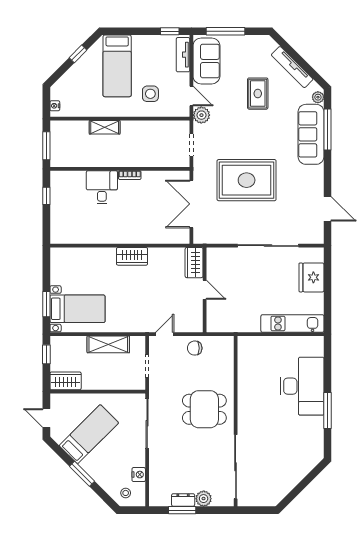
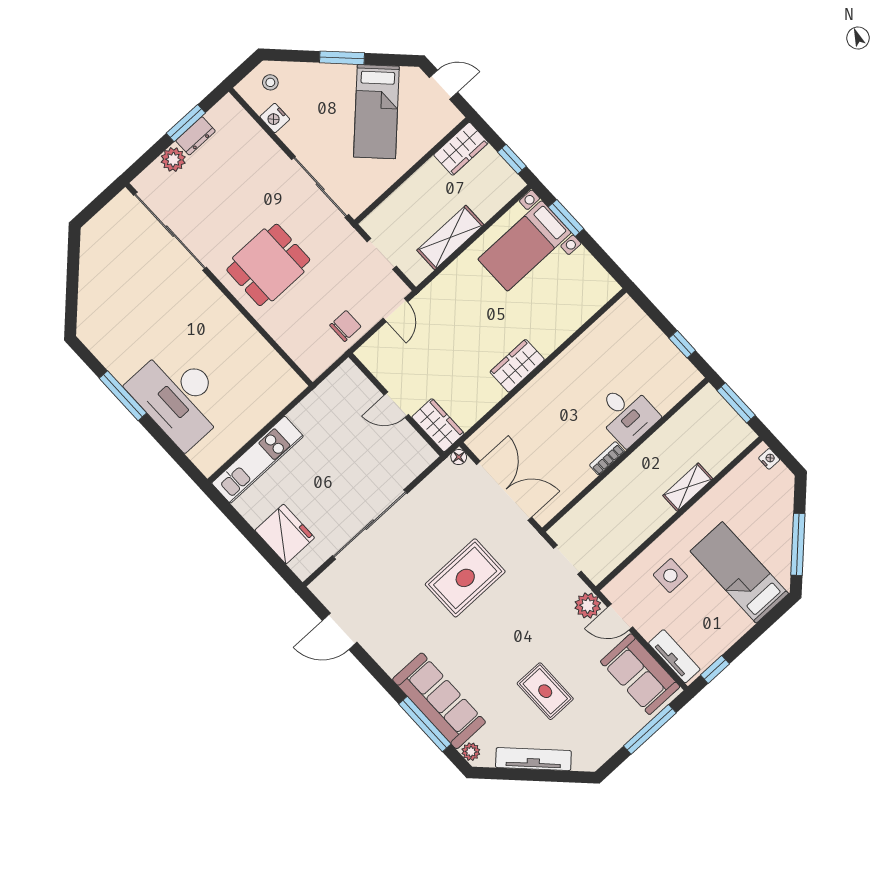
window: (78, 54) -> (798, 544), width x2.17
rug: (247, 180) -> (465, 578), width x0.73, depth x0.69
floor lamp: (198, 239) -> (459, 457), added

